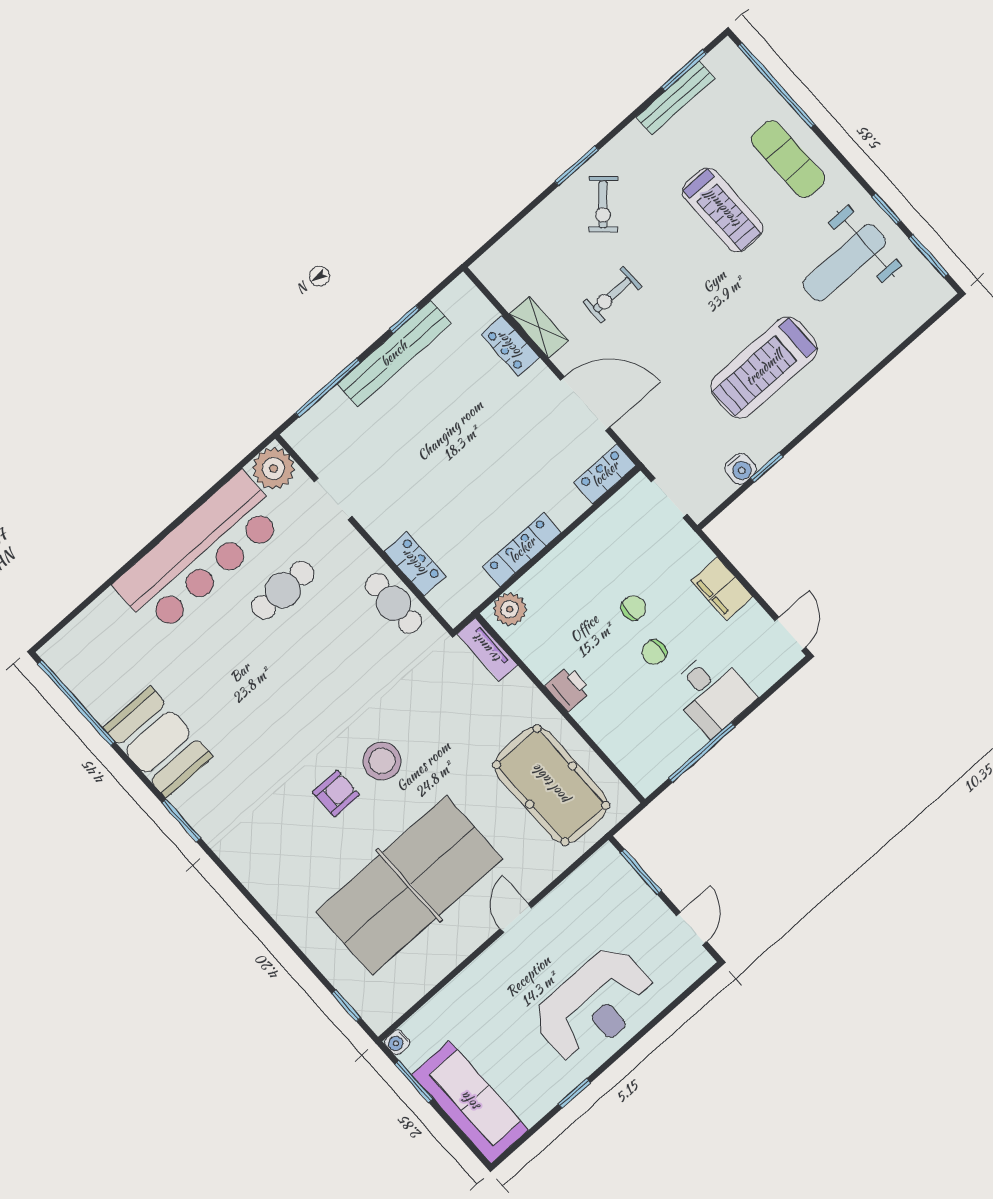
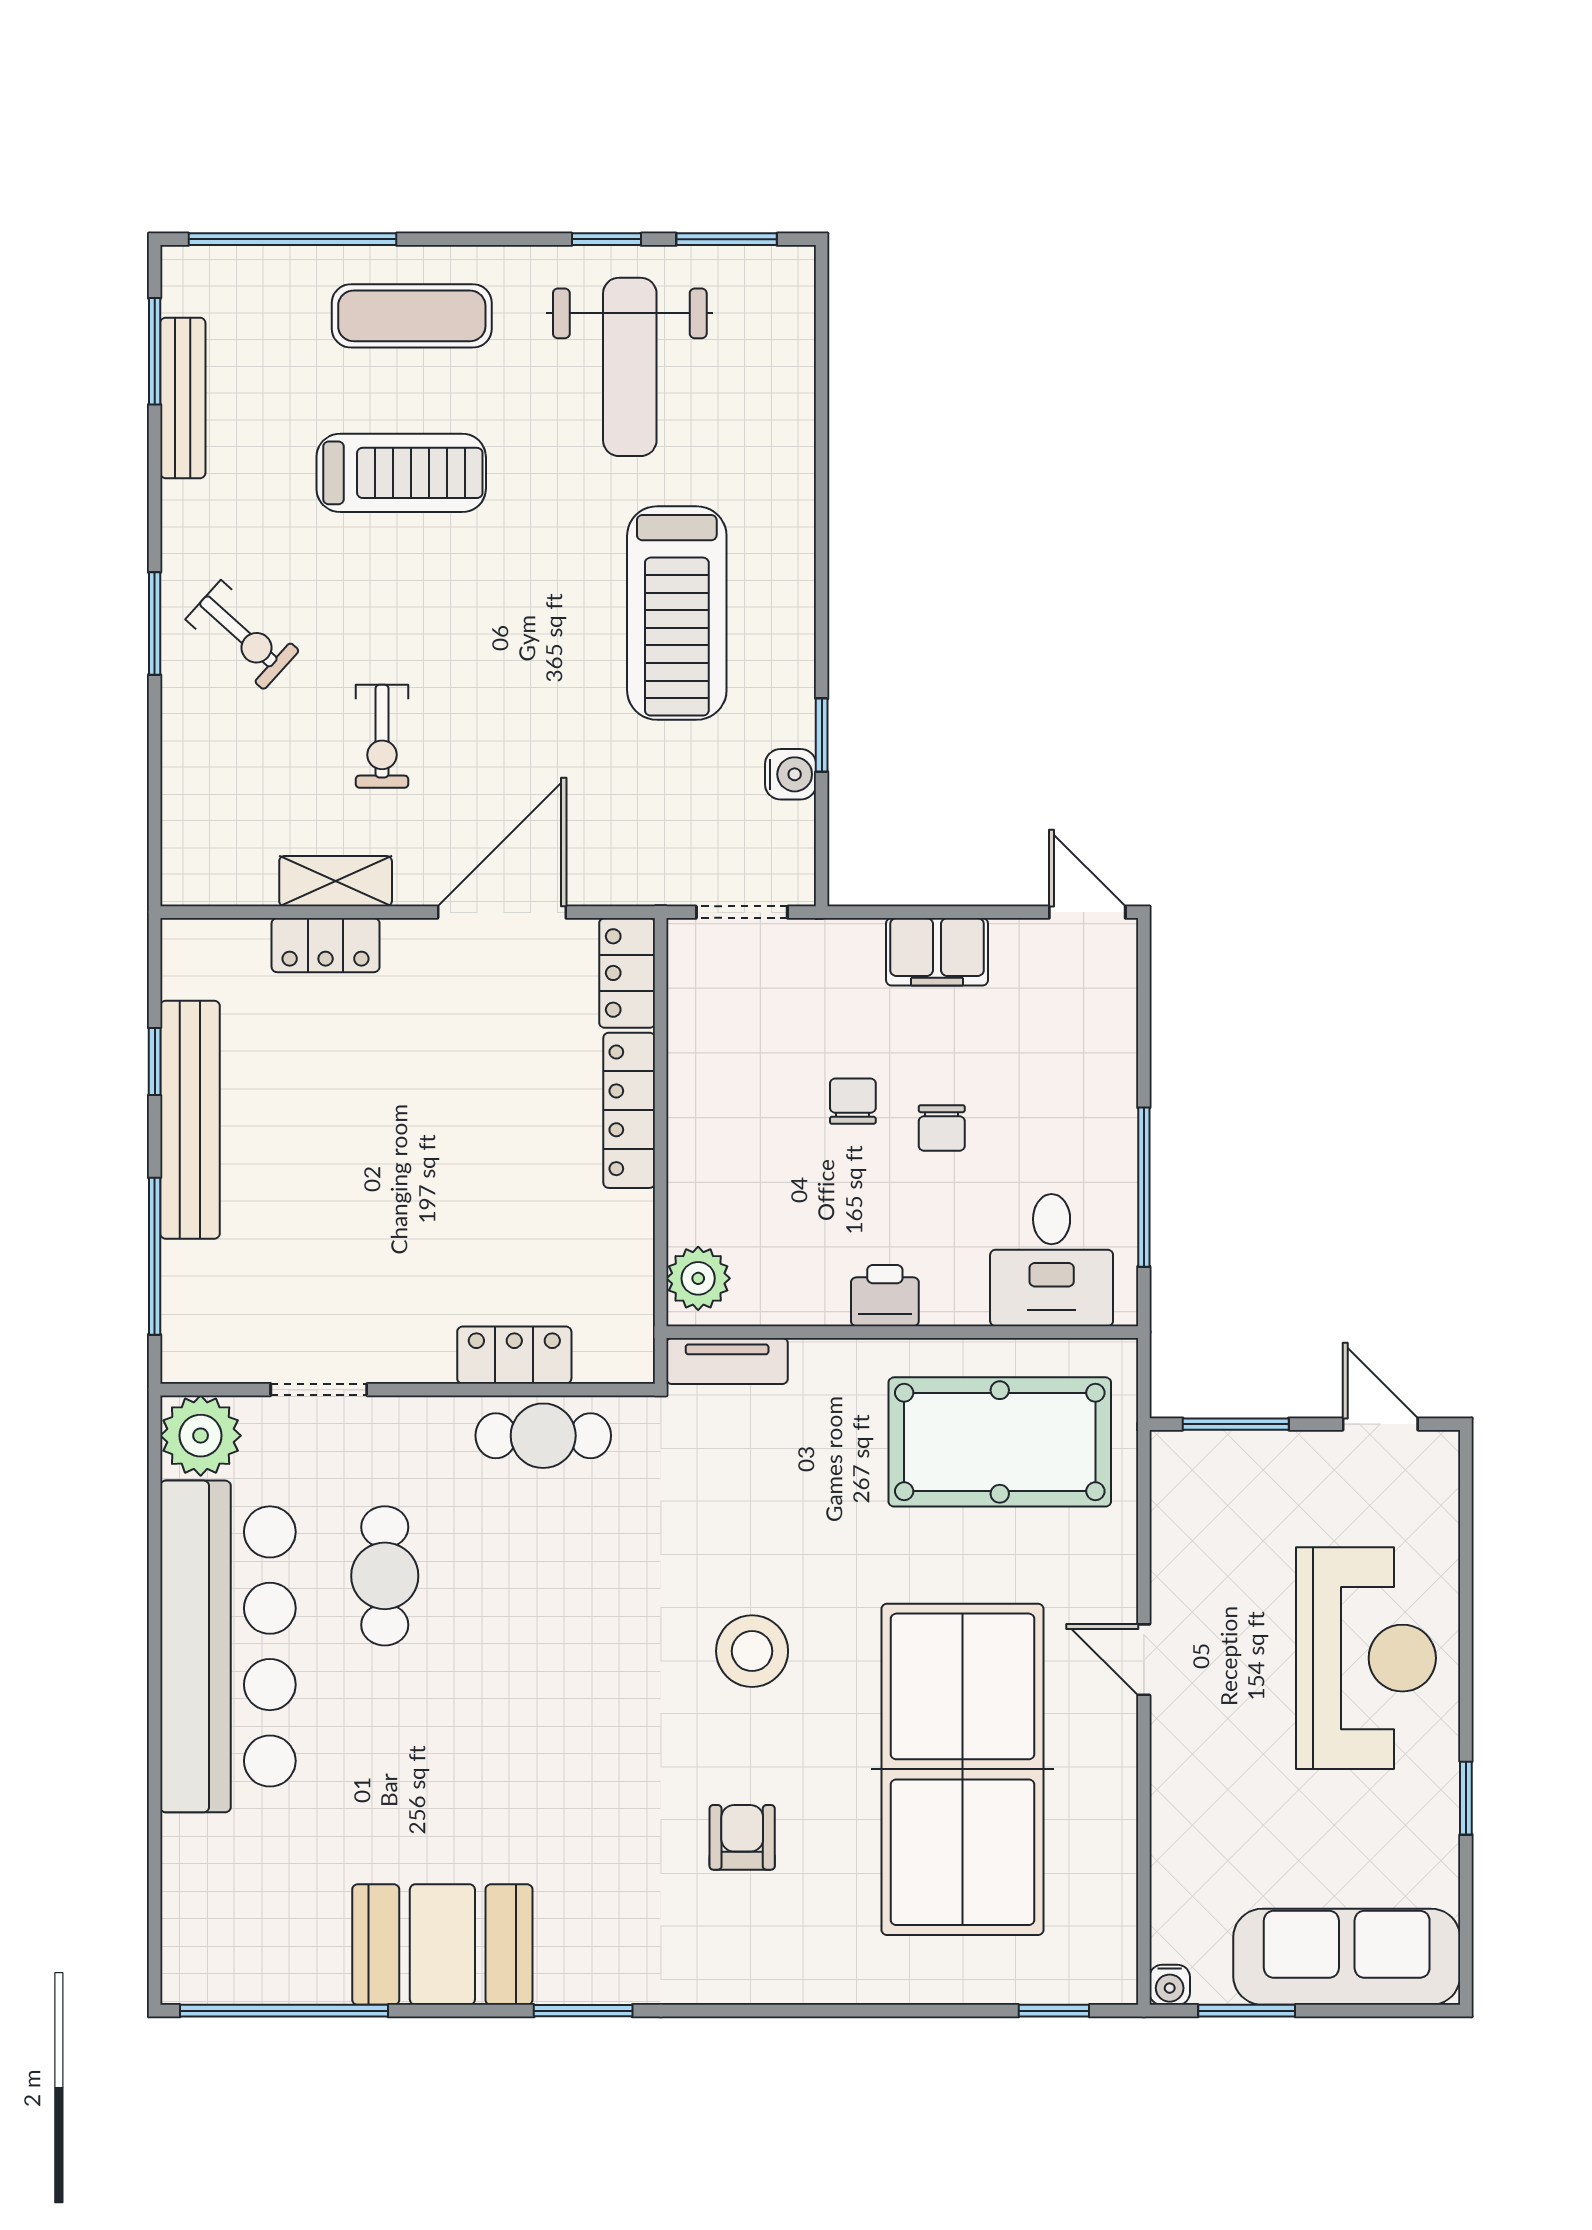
locker: (522, 550) -> (629, 1110), moved
desk: (712, 693) -> (1052, 1260), moved, turned 90
armchair: (336, 793) -> (742, 1837), moved

